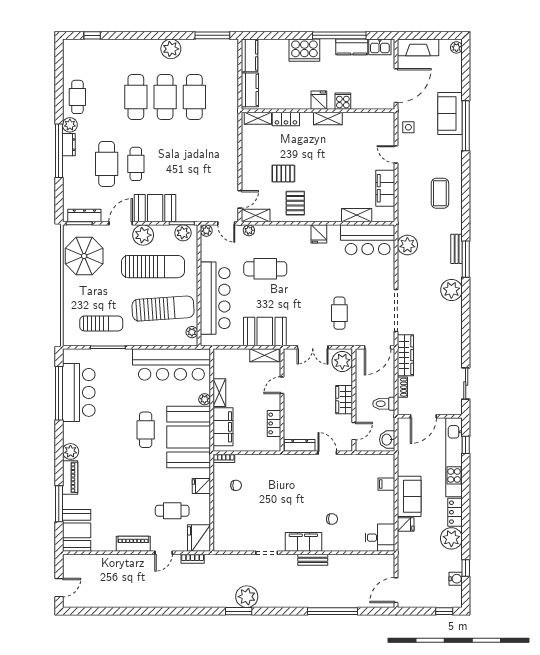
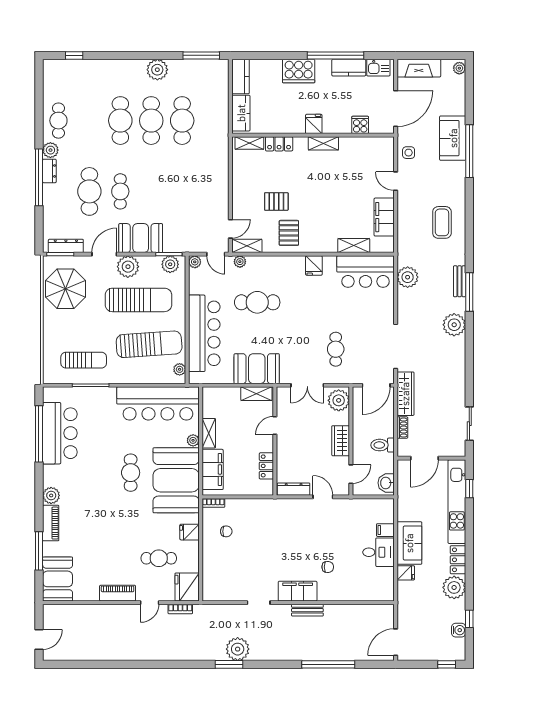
cooker: (343, 101) -> (360, 125), moved
desk: (380, 538) -> (378, 552), moved

